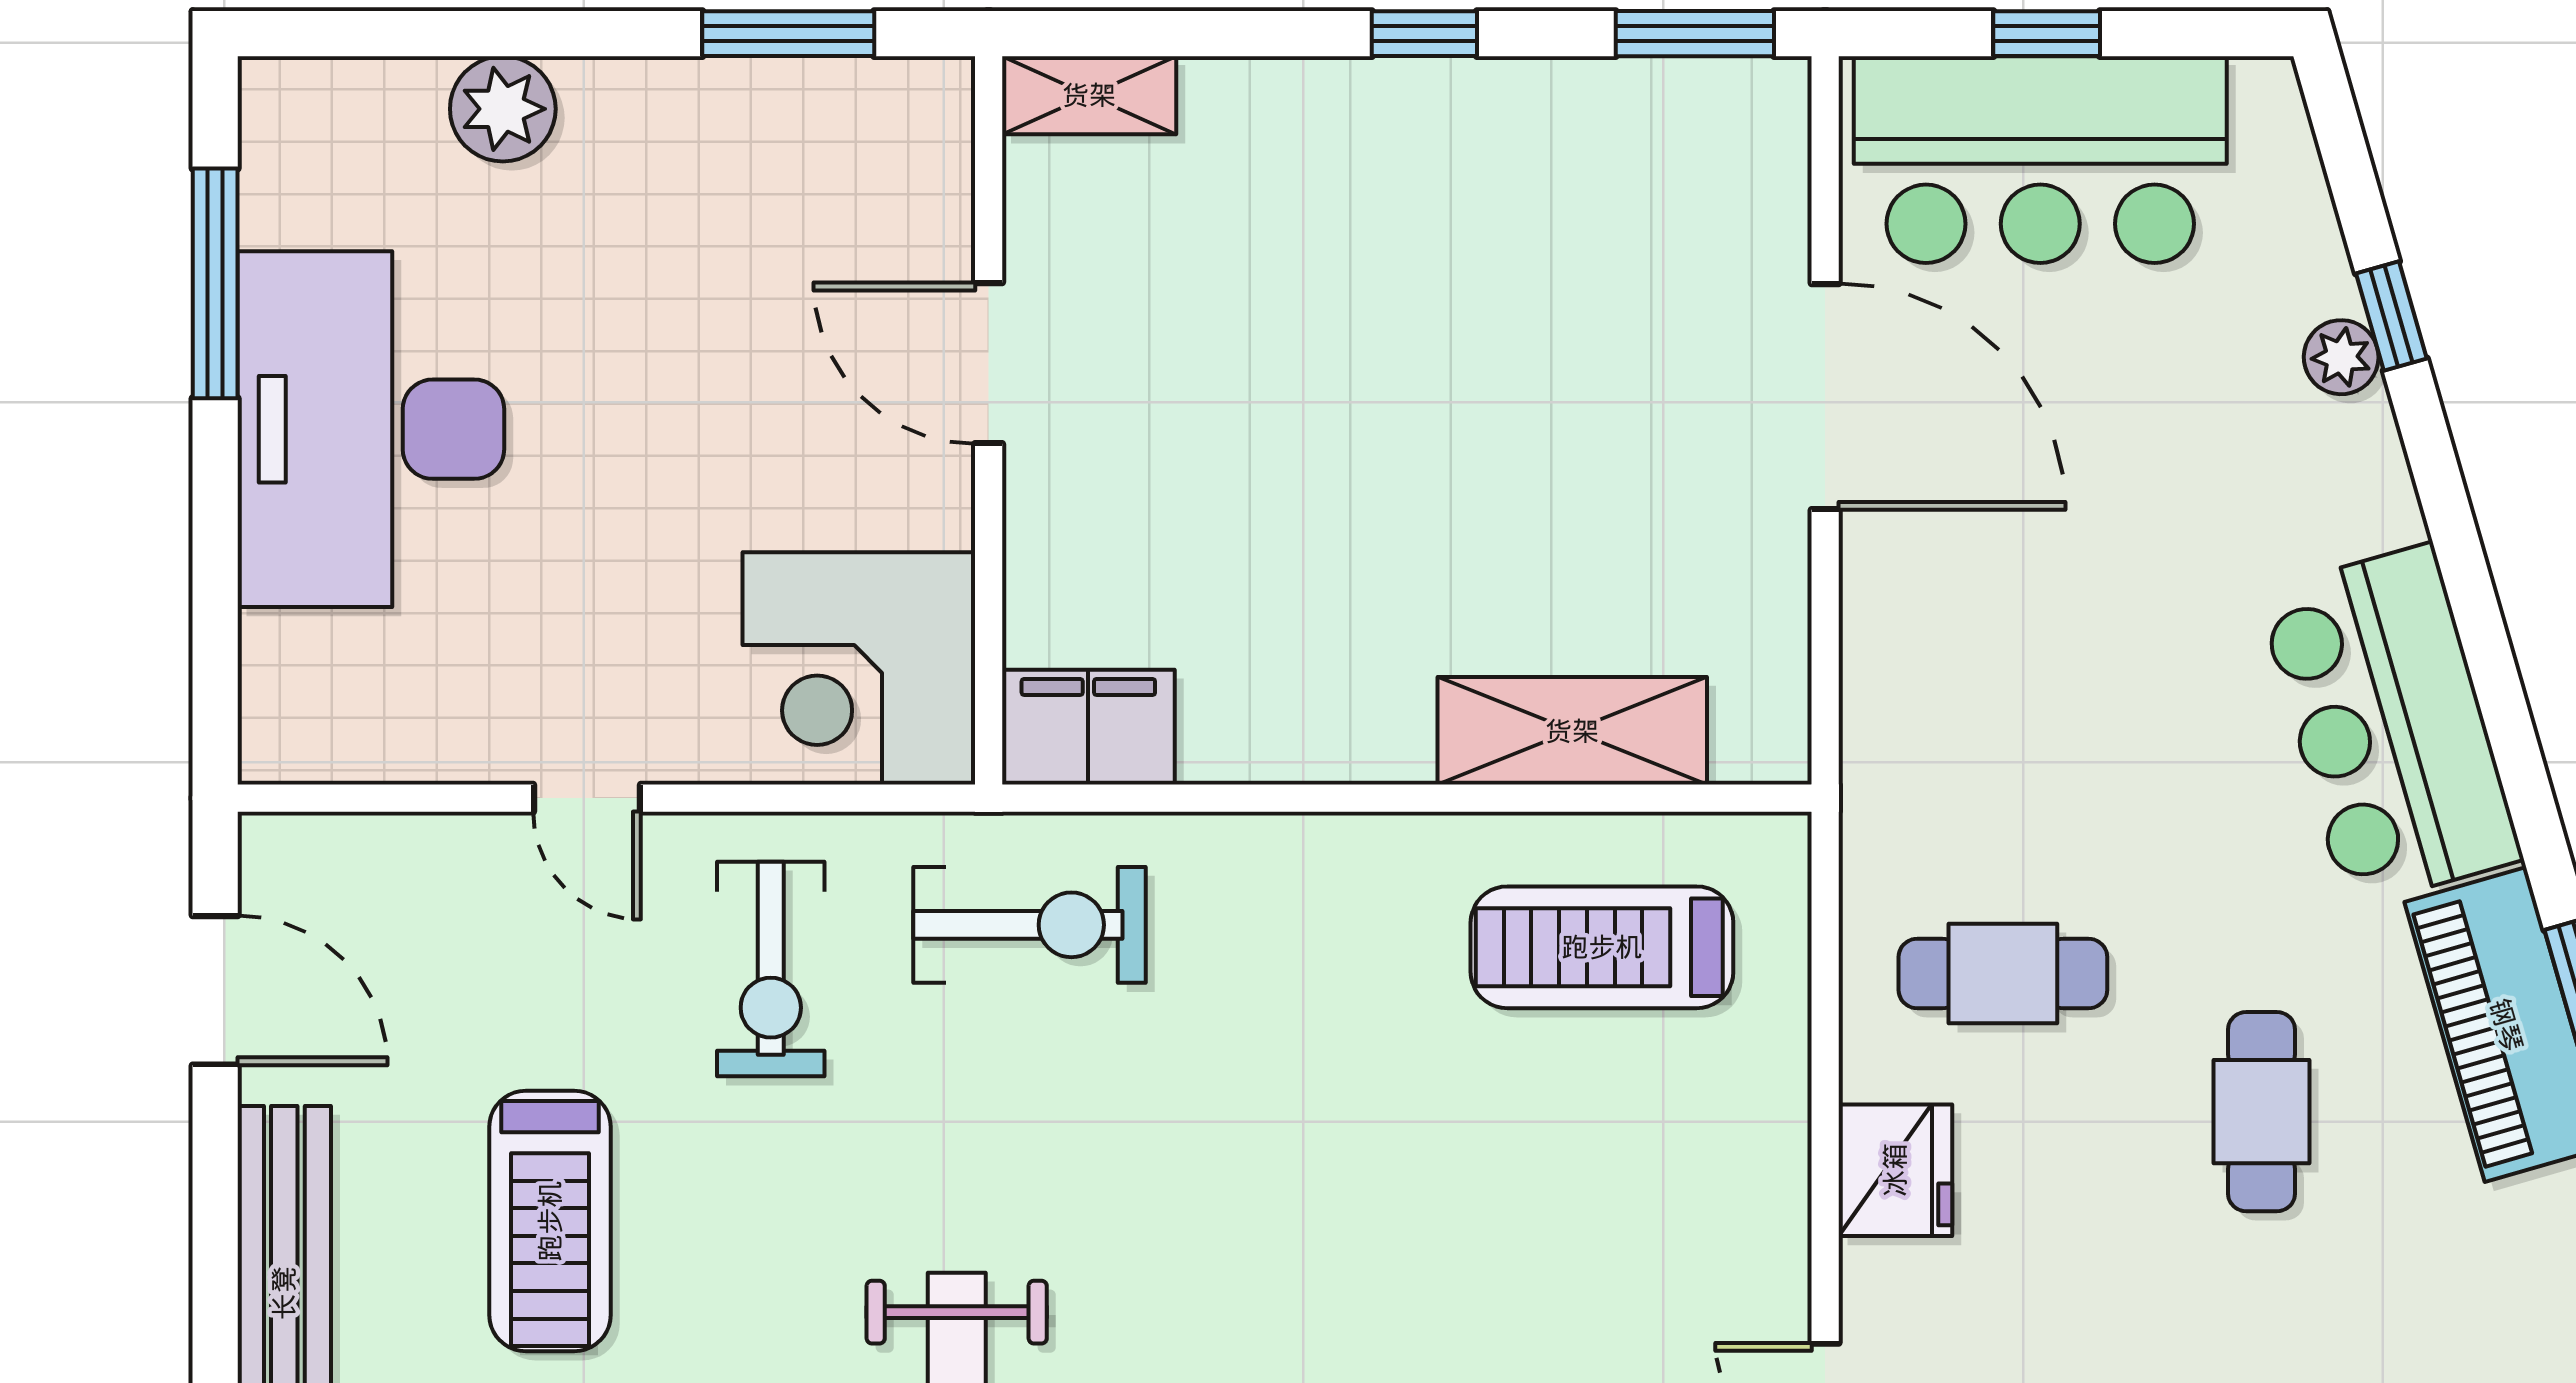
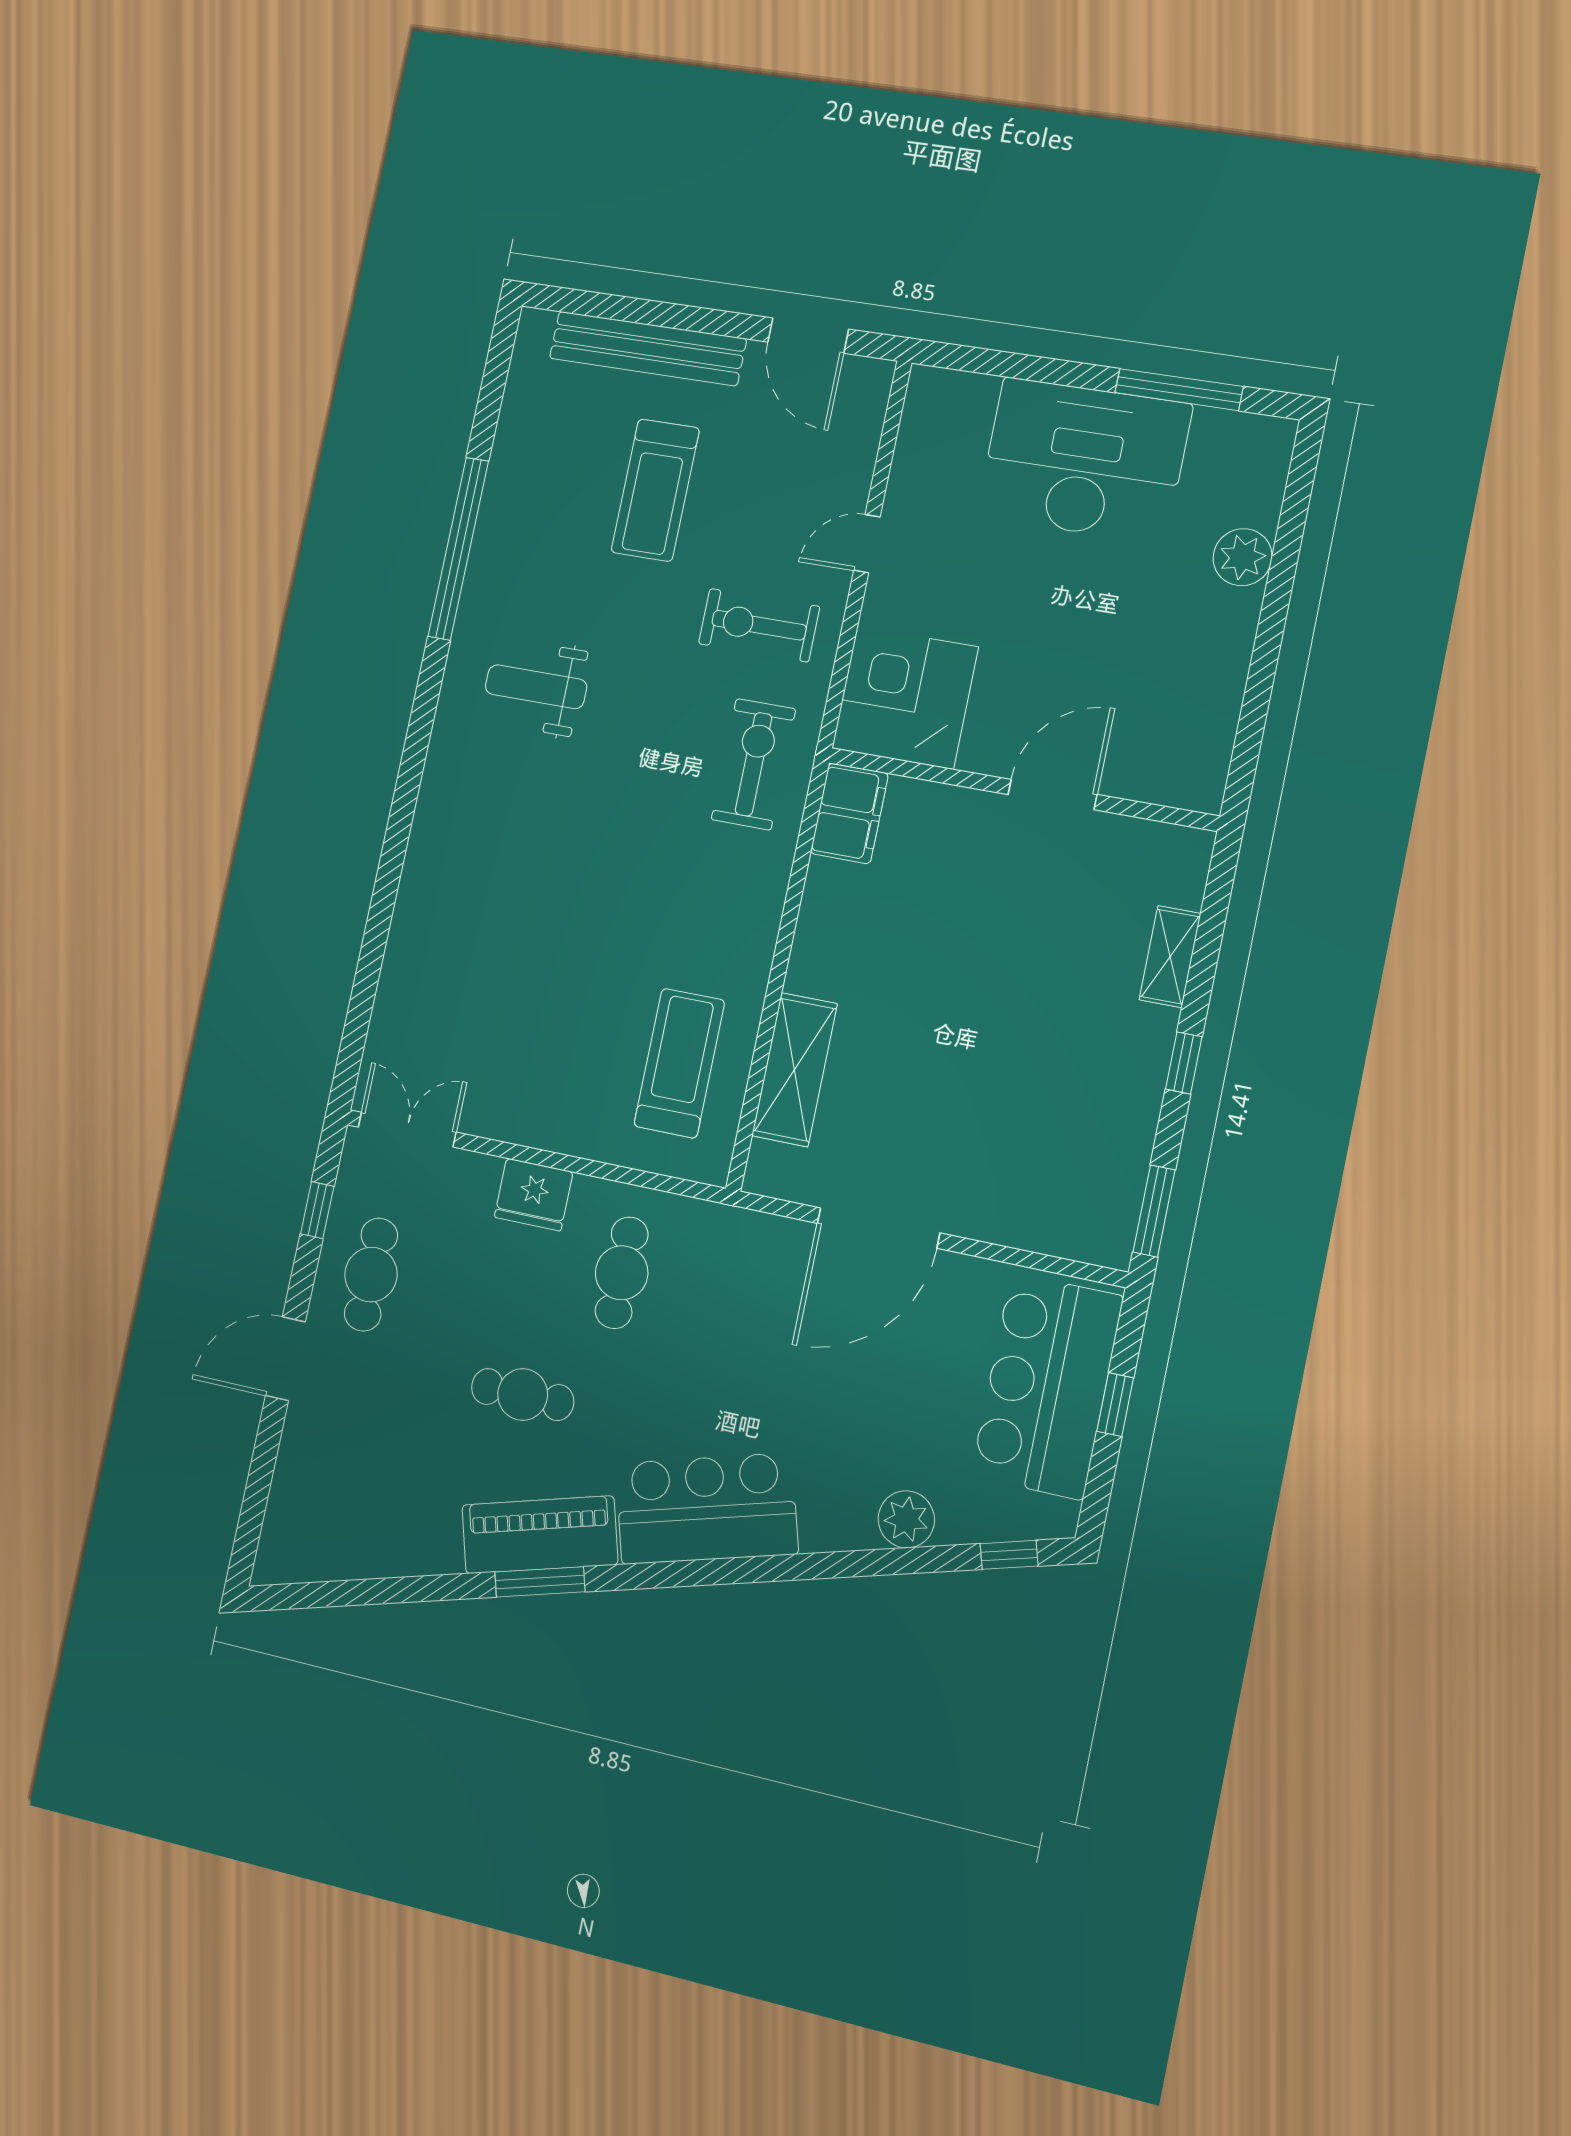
window: (788, 34) -> (1253, 717), removed
shelving: (1089, 95) -> (1170, 957), moved
window: (2391, 316) -> (1009, 1555), moved
plant: (2341, 357) -> (906, 1519), width x1.38, depth x1.38
door: (1825, 397) -> (878, 1228), moved
exercise bike: (1030, 925) -> (753, 764), turned 180
door: (215, 990) -> (808, 336), hinge flipped
treadmill: (550, 1221) -> (655, 490), turned -90

